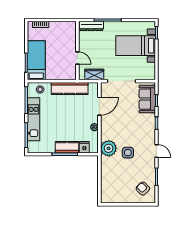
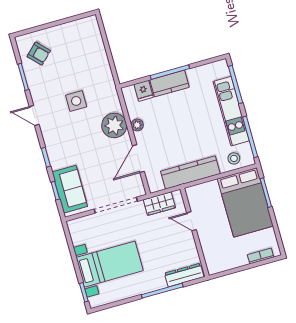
bed: (36, 60) -> (245, 202), width x1.50
plant: (109, 148) -> (114, 125), moved

